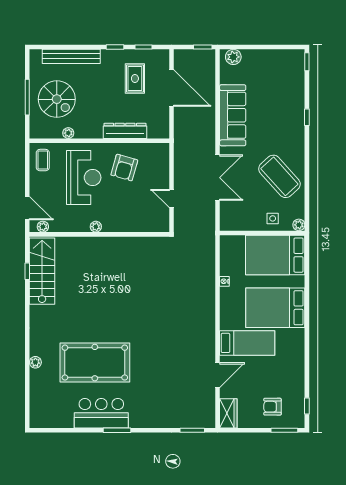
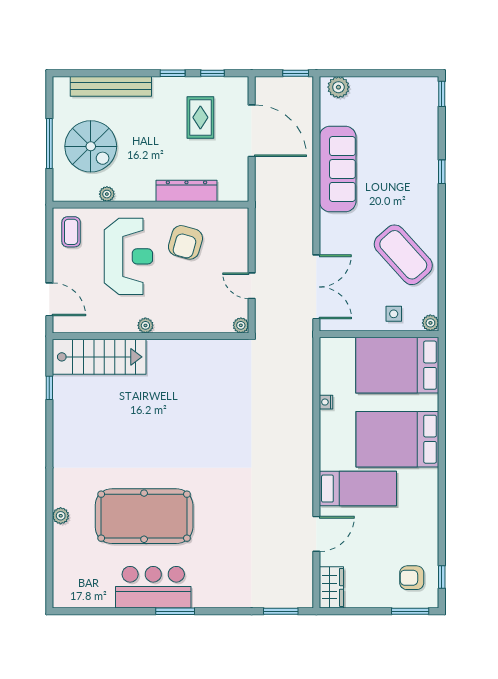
double door: (218, 178) -> (316, 287), moved
plant: (43, 227) -> (241, 325), moved
stairs: (42, 271) -> (99, 357), moved, turned 90
armchair: (272, 407) -> (412, 578), moved

